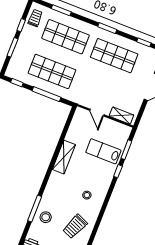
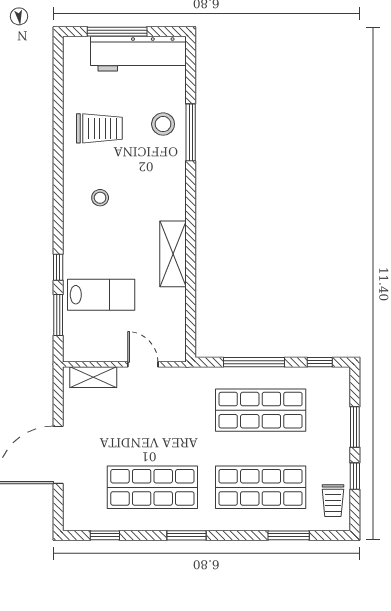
trolley: (75, 226) -> (99, 128), turned 67

